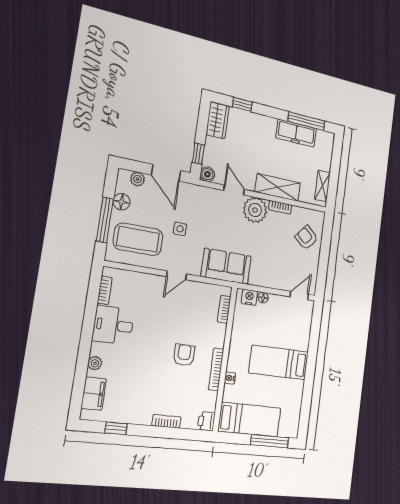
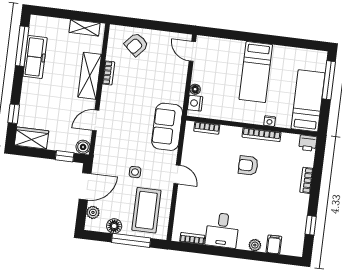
plant: (255, 210) -> (113, 99), removed
filing cabinet: (94, 394) -> (274, 244), width x0.50

